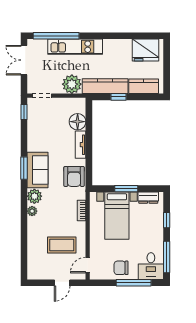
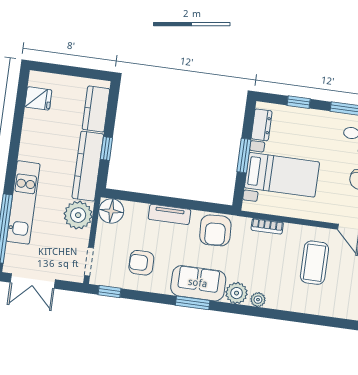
fridge: (145, 50) -> (38, 98), width x0.53, depth x0.75
floor lamp: (78, 122) -> (111, 211), moved
armchair: (46, 130) -> (141, 263), added
armchair: (74, 176) -> (215, 230), turned 87

